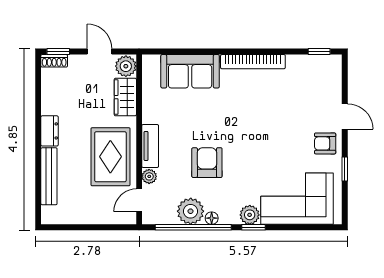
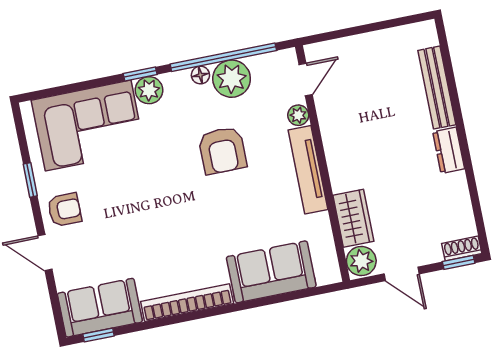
sofa: (314, 70) -> (100, 308), added
tv unit: (150, 146) -> (308, 170), width x1.41
rug: (110, 157) -> (357, 132), removed

